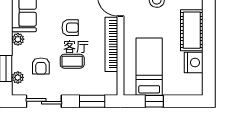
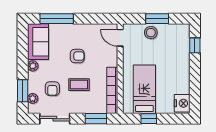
window: (209, 15) -> (195, 45), added
cot: (192, 30) -> (181, 58), removed
bookcase: (111, 44) -> (112, 90), moved
nightstand: (194, 62) -> (182, 103), moved

